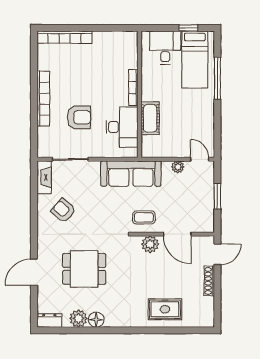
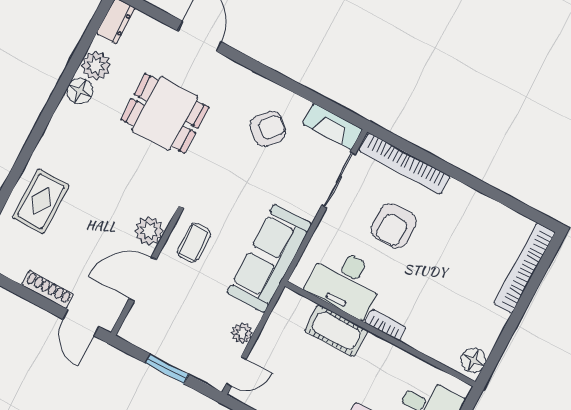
floor lamp: (127, 38) -> (473, 360), added
bookcase: (133, 88) -> (385, 325), width x0.64
bookcase: (43, 99) -> (404, 163), moved
dining table: (84, 269) -> (165, 113), turned 90

